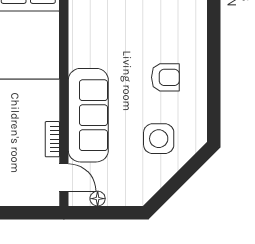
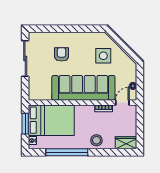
armchair: (165, 77) -> (62, 54), moved
sofa: (88, 115) -> (83, 88), width x1.36, depth x1.27

